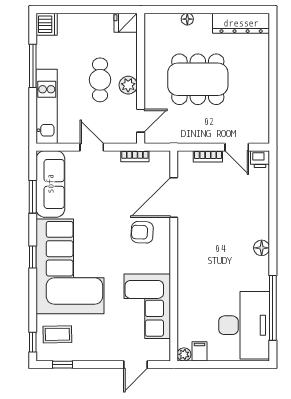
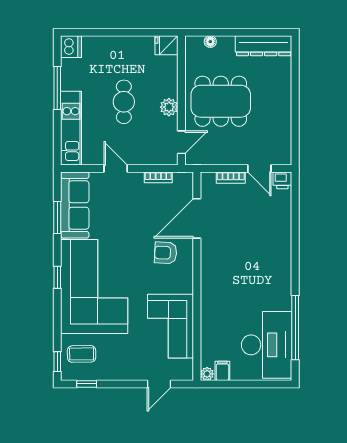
fridge: (126, 23) -> (166, 45), moved
wall: (141, 78) -> (181, 100), moved
plant: (128, 85) -> (169, 107), moved
door: (141, 121) -> (181, 142), moved
floor lamp: (262, 248) -> (284, 268), removed

